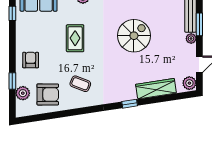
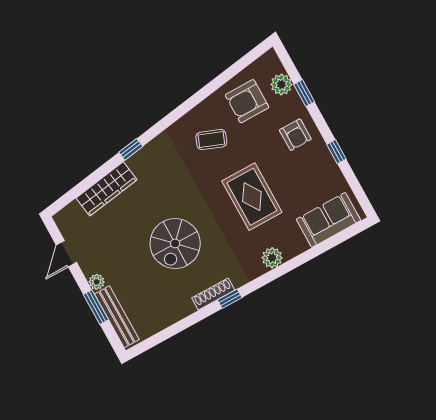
window: (12, 13) -> (336, 152), moved
rug: (75, 38) -> (252, 197), width x1.36, depth x1.43
plant: (189, 83) -> (66, 221), removed

